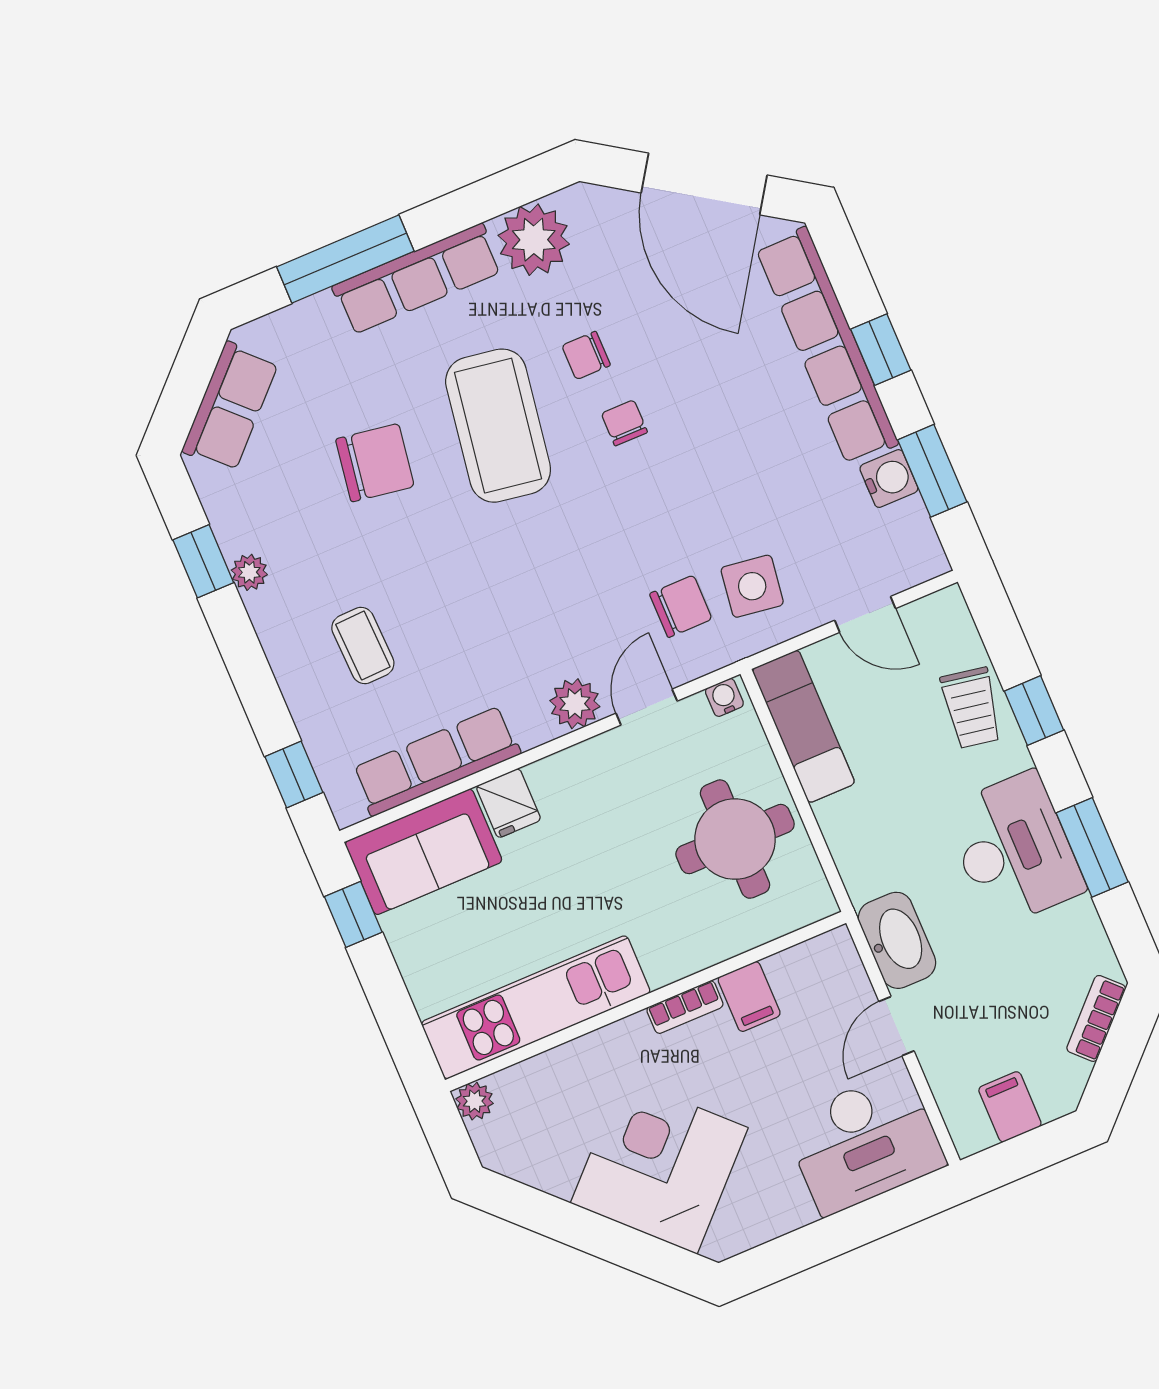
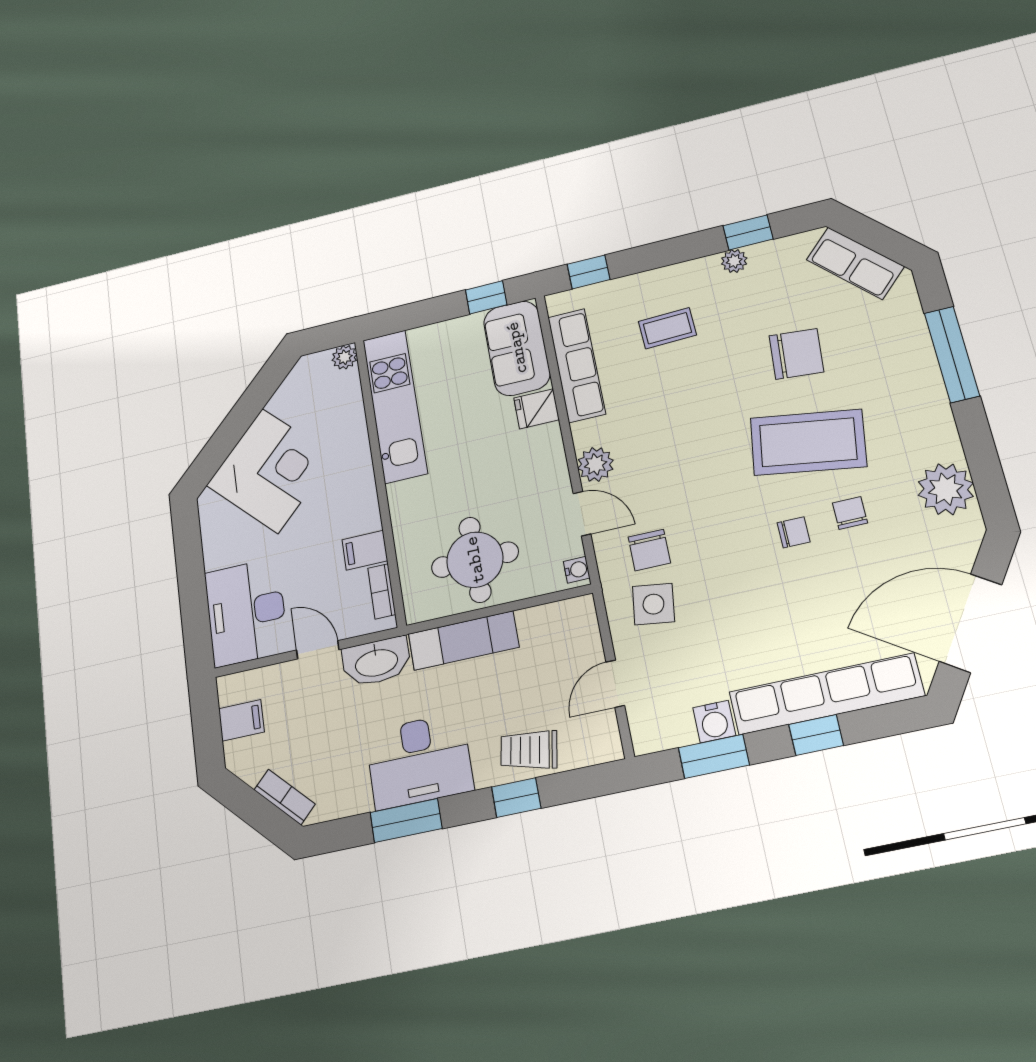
row of seats: (417, 279) -> (929, 402), removed
chair: (375, 463) -> (796, 354), turned -94
exam couch: (803, 726) -> (464, 641), moved
bookcase: (685, 1007) -> (382, 591), moved

